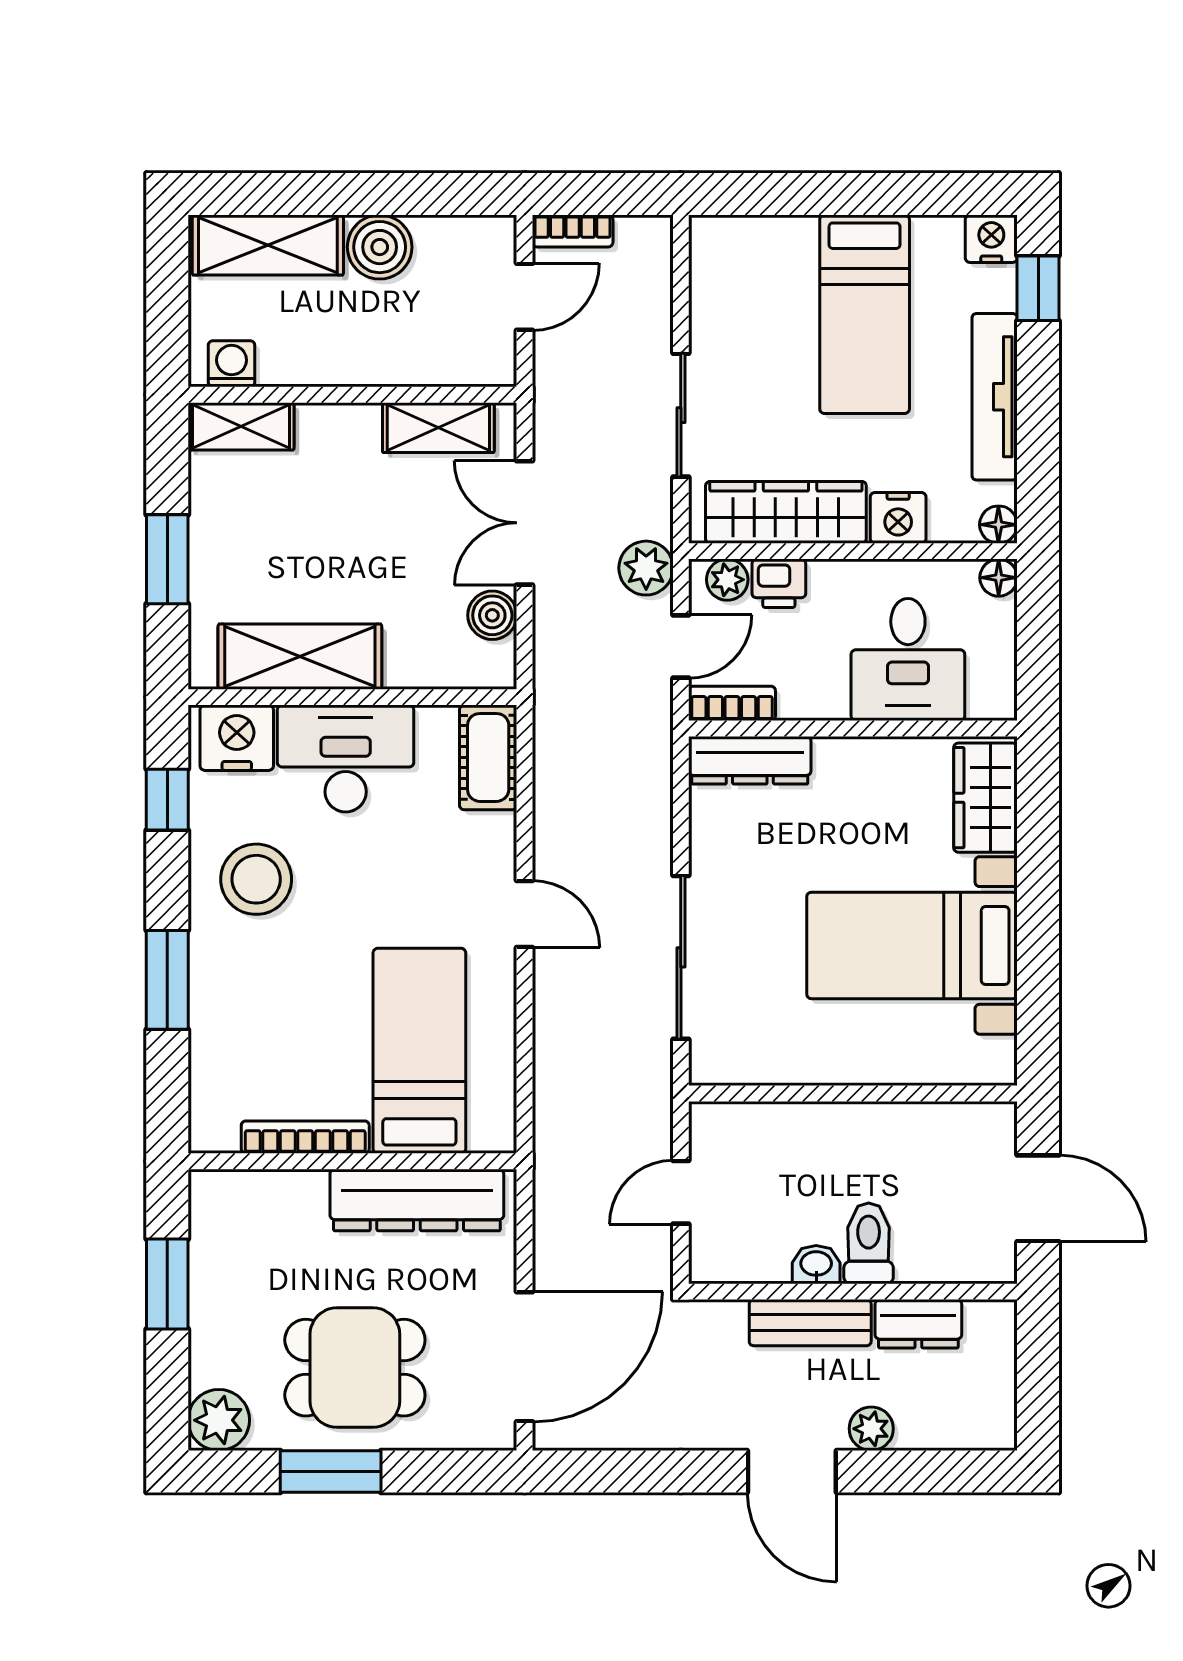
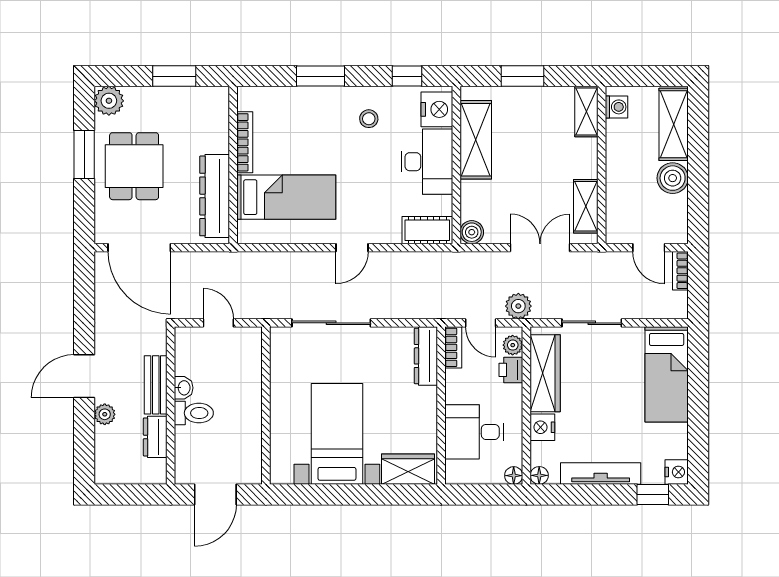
bed: (865, 314) -> (667, 374), moved, turned -90
boiler: (492, 615) -> (472, 232), moved
stool: (256, 879) -> (369, 119), width x0.53, depth x0.53

